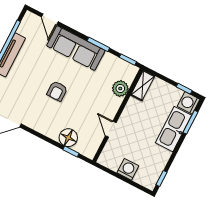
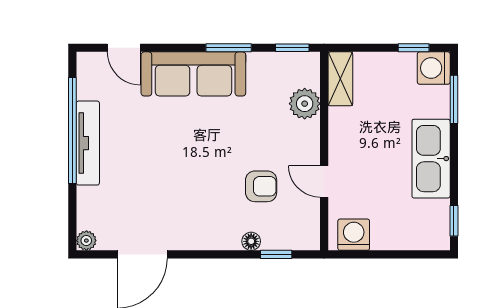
armchair: (57, 91) -> (261, 186), moved, turned -90
kitchen sink: (173, 129) -> (431, 159), moved
floor lamp: (68, 138) -> (251, 241), width x0.53, depth x0.53
washing machine: (128, 169) -> (354, 235), moved

